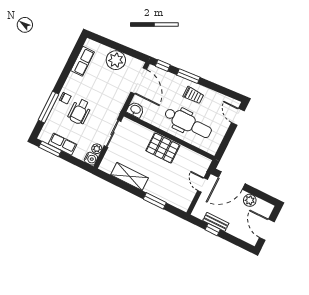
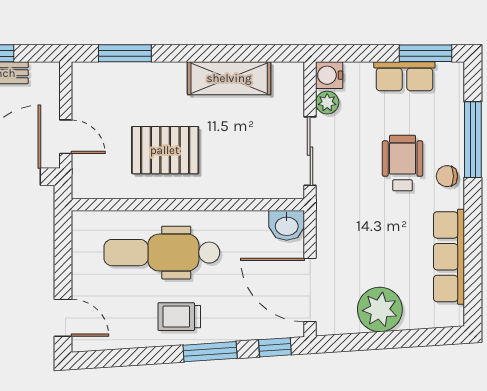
row of seats: (83, 61) -> (449, 257), width x1.48
pallet: (163, 148) -> (165, 150), moved
window: (155, 201) -> (125, 53), moved

